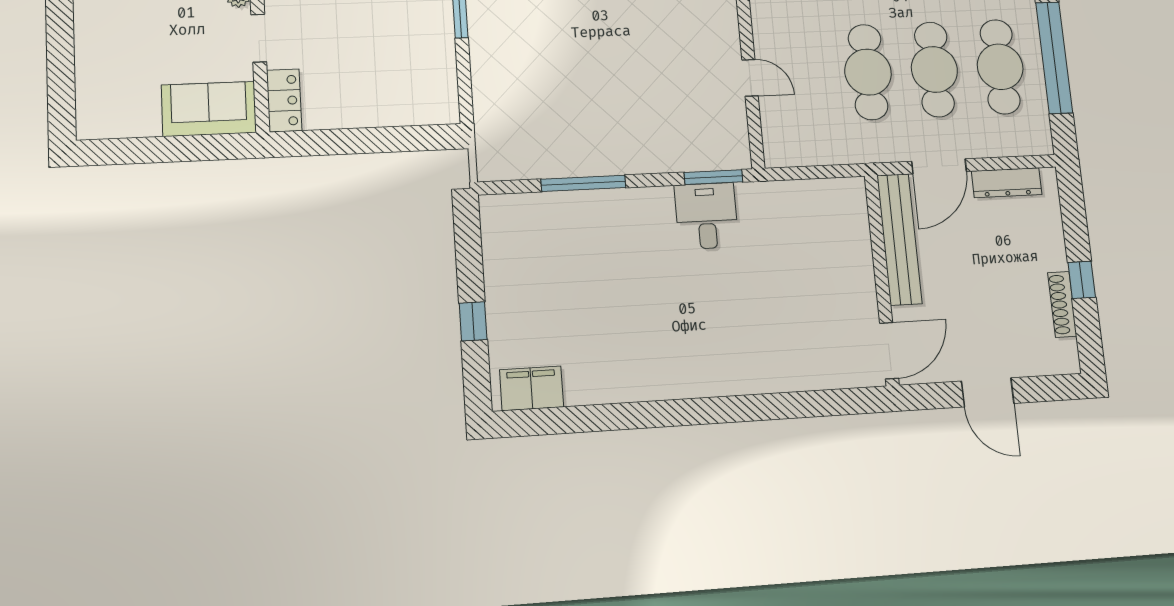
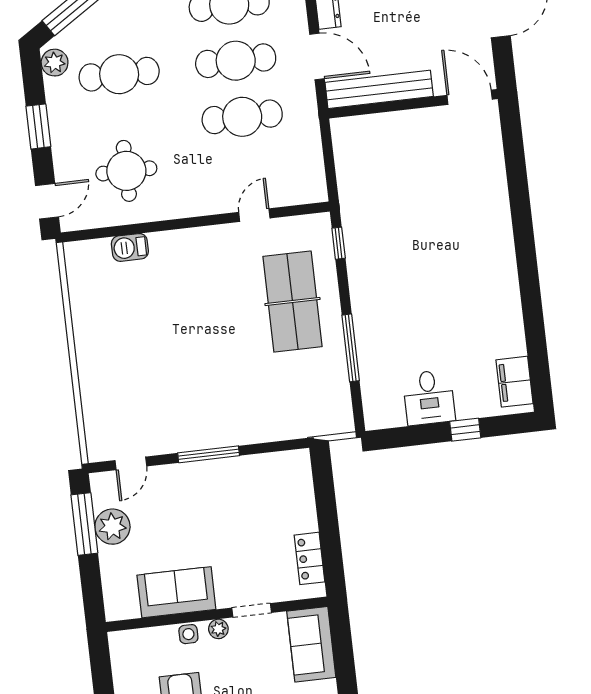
locker: (284, 100) -> (309, 558), moved, turned -90
table tennis table: (644, 116) -> (292, 302), added
window: (713, 177) -> (339, 243), width x0.67
desk: (706, 216) -> (429, 398), moved, turned -90

